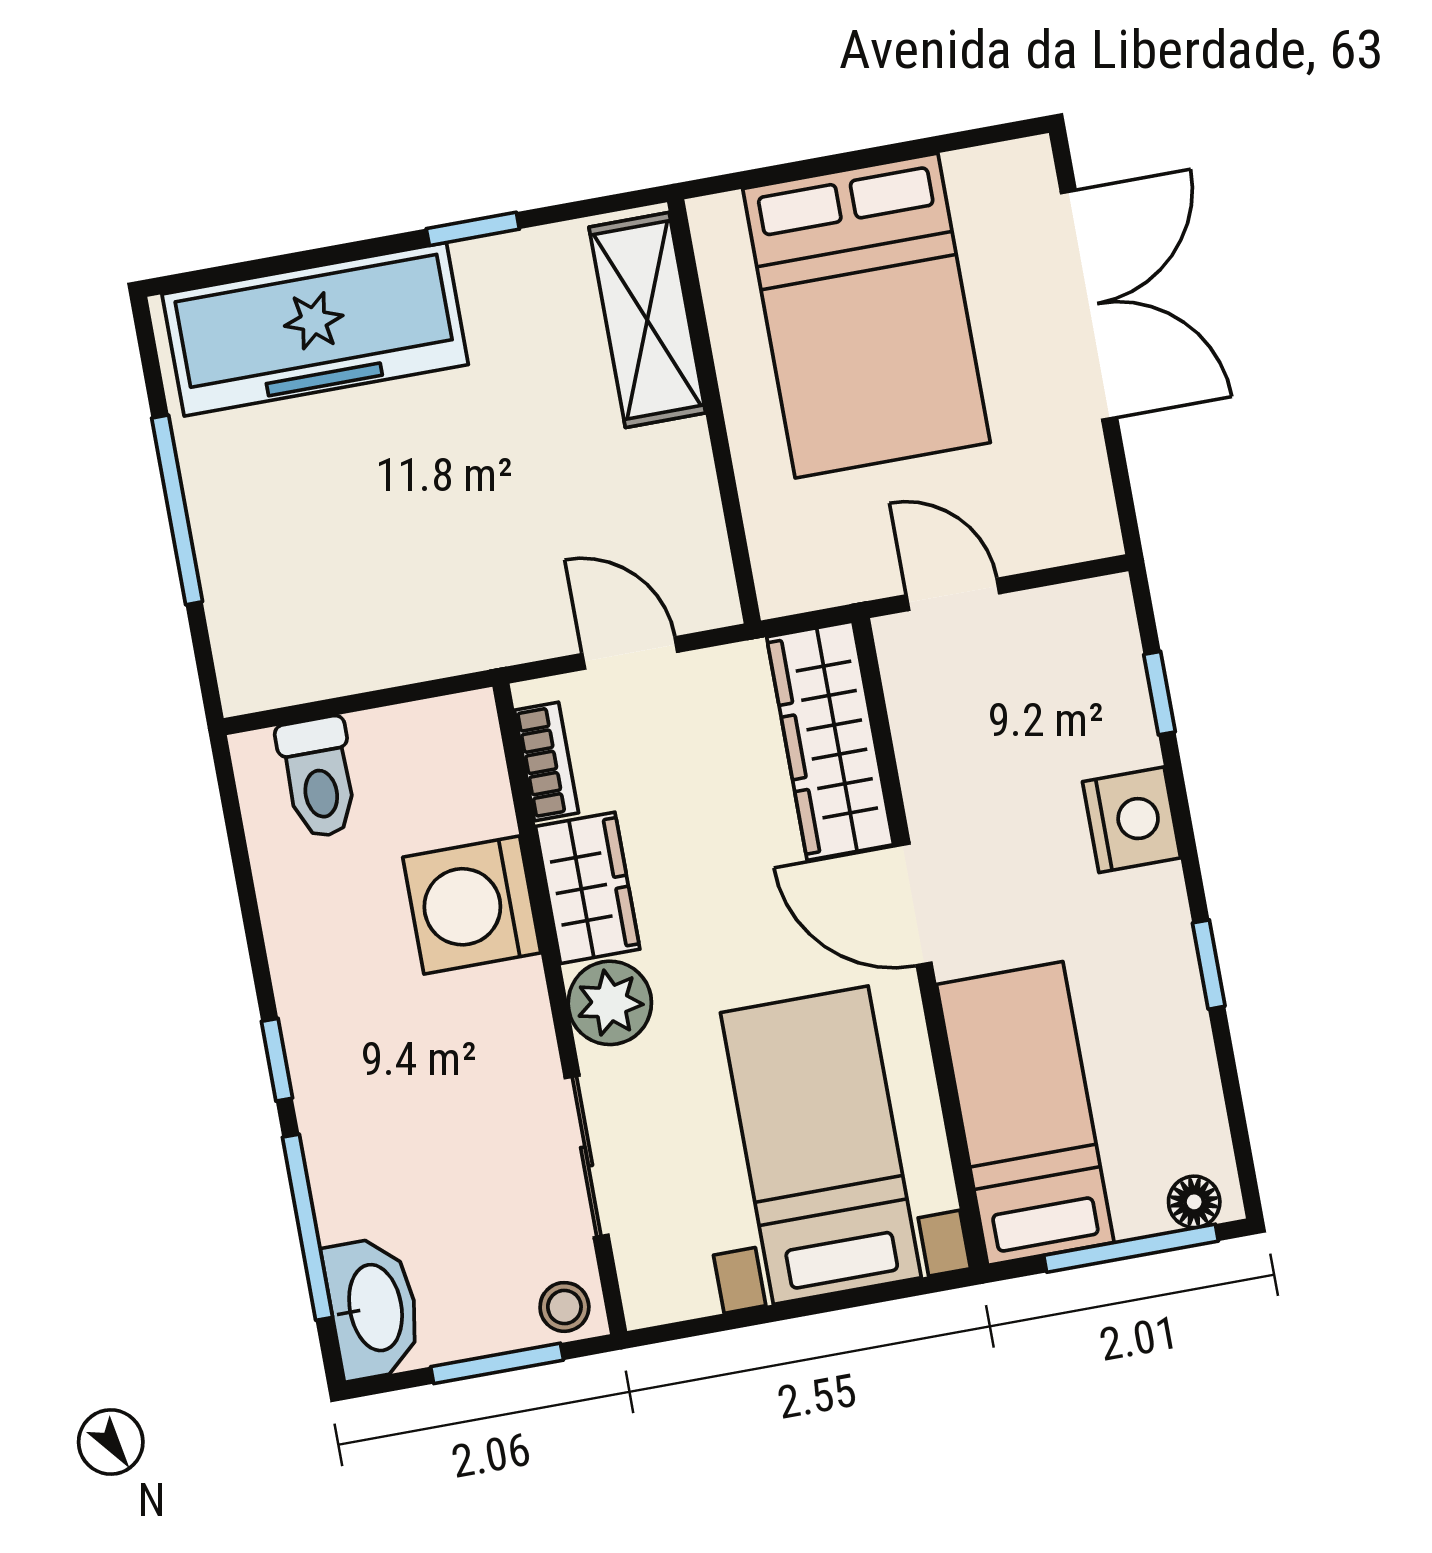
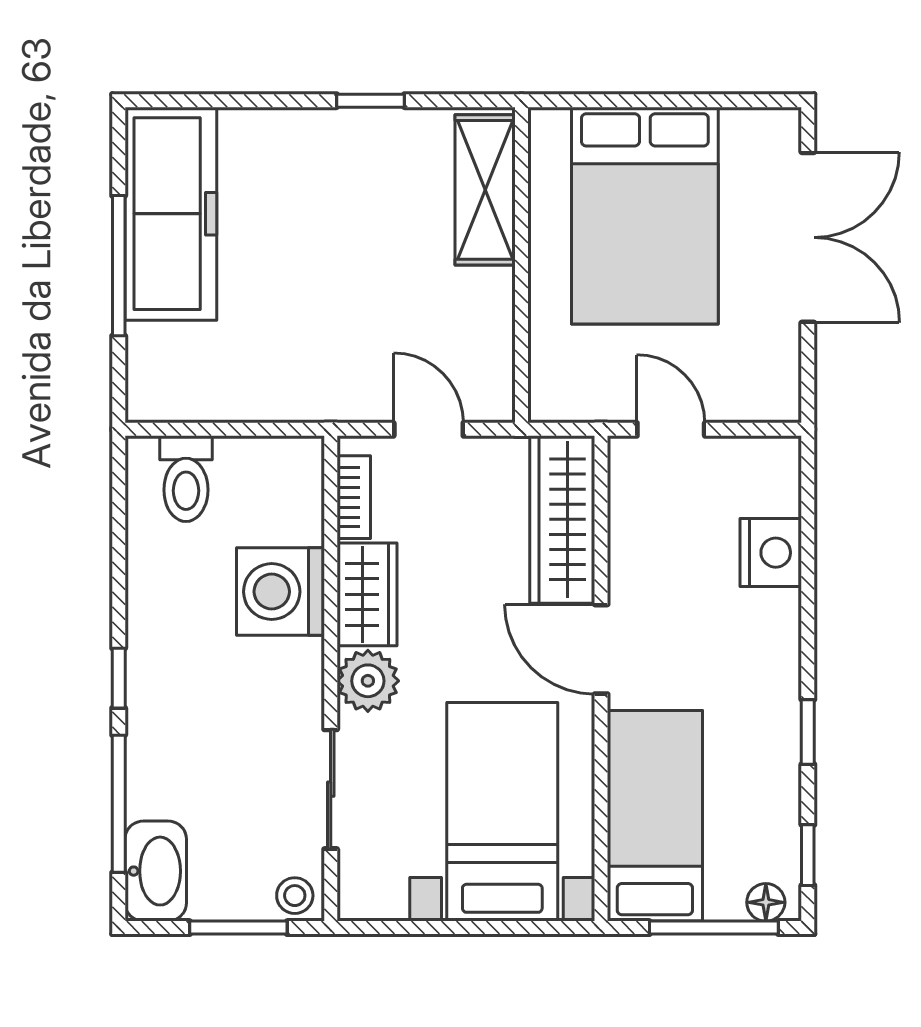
freezer: (315, 329) -> (171, 214), moved, turned -90
window: (1159, 693) -> (808, 855), moved
nightstand: (1132, 820) -> (771, 553), moved

